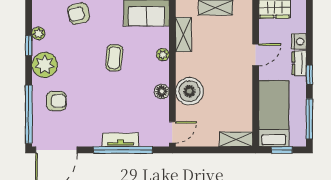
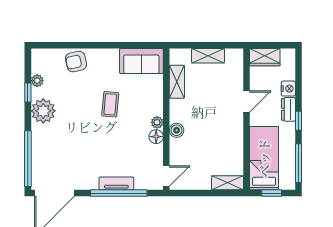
plant: (163, 55) -> (157, 122), moved
boiler: (189, 91) -> (177, 130), width x0.54, depth x0.54
armchair: (56, 101) -> (54, 146), removed

